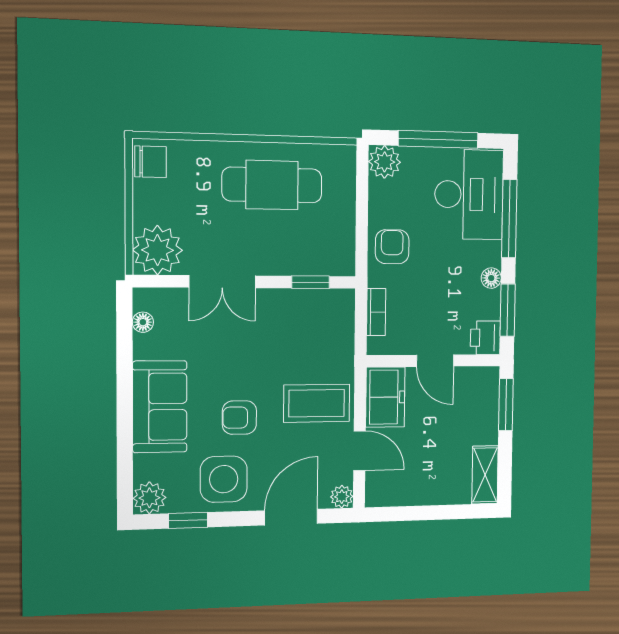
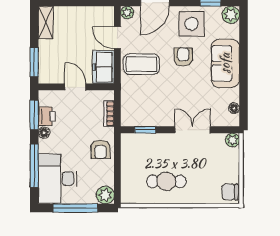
cafe table: (272, 185) -> (166, 181), width x0.73, depth x0.74
plant: (158, 250) -> (232, 140), width x0.53, depth x0.53
printer: (485, 338) -> (47, 116), moved
armchair: (239, 418) -> (183, 57), turned -90

